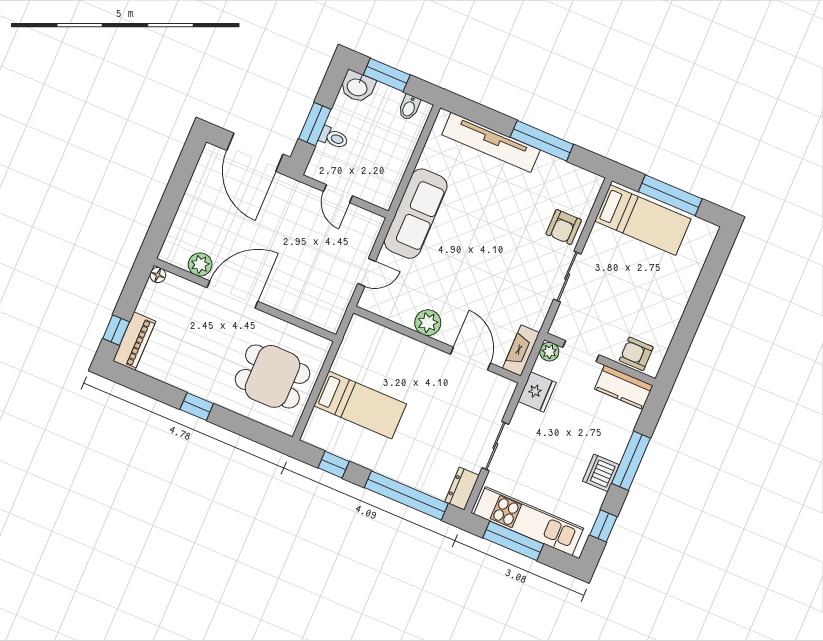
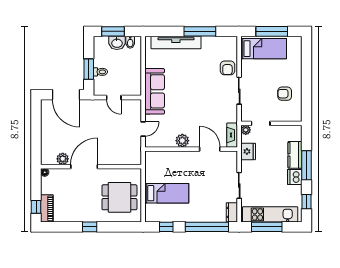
washbasin: (357, 87) -> (117, 43), moved
armchair: (636, 354) -> (285, 94), moved
kitchen counter: (624, 387) -> (295, 155), moved, turned 90

